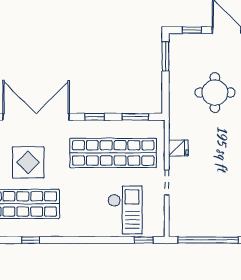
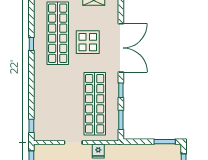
checkout: (125, 210) -> (53, 112), removed

